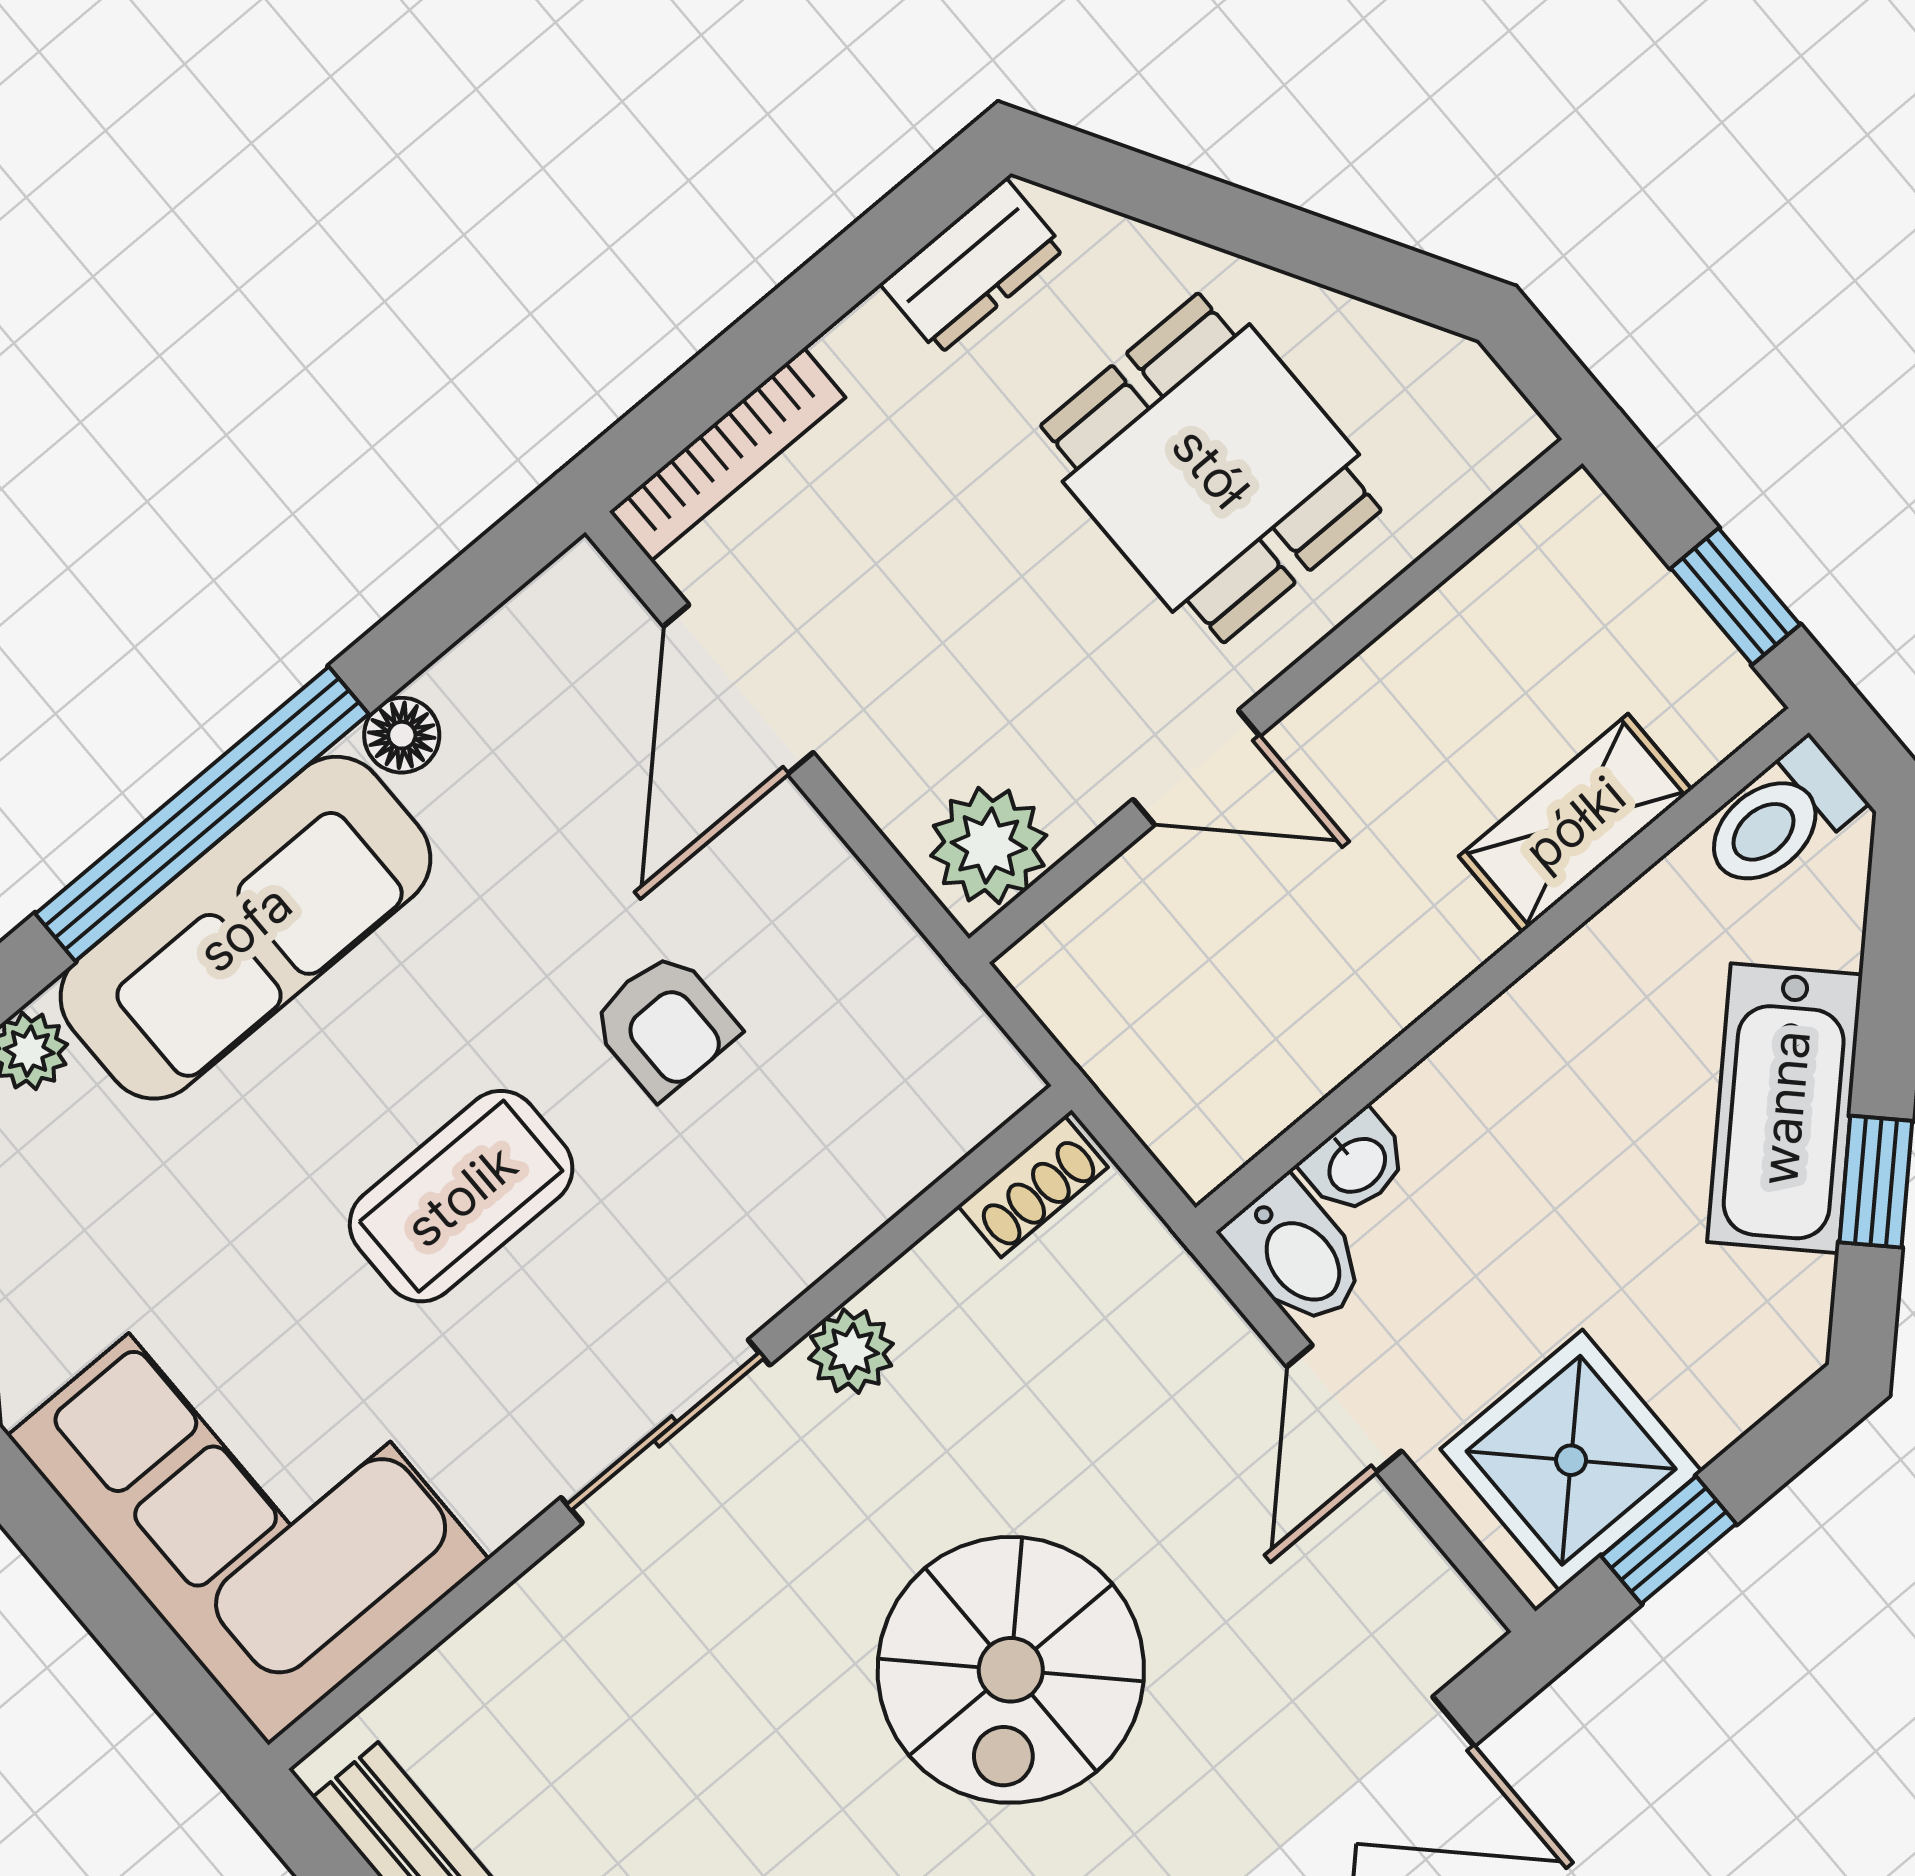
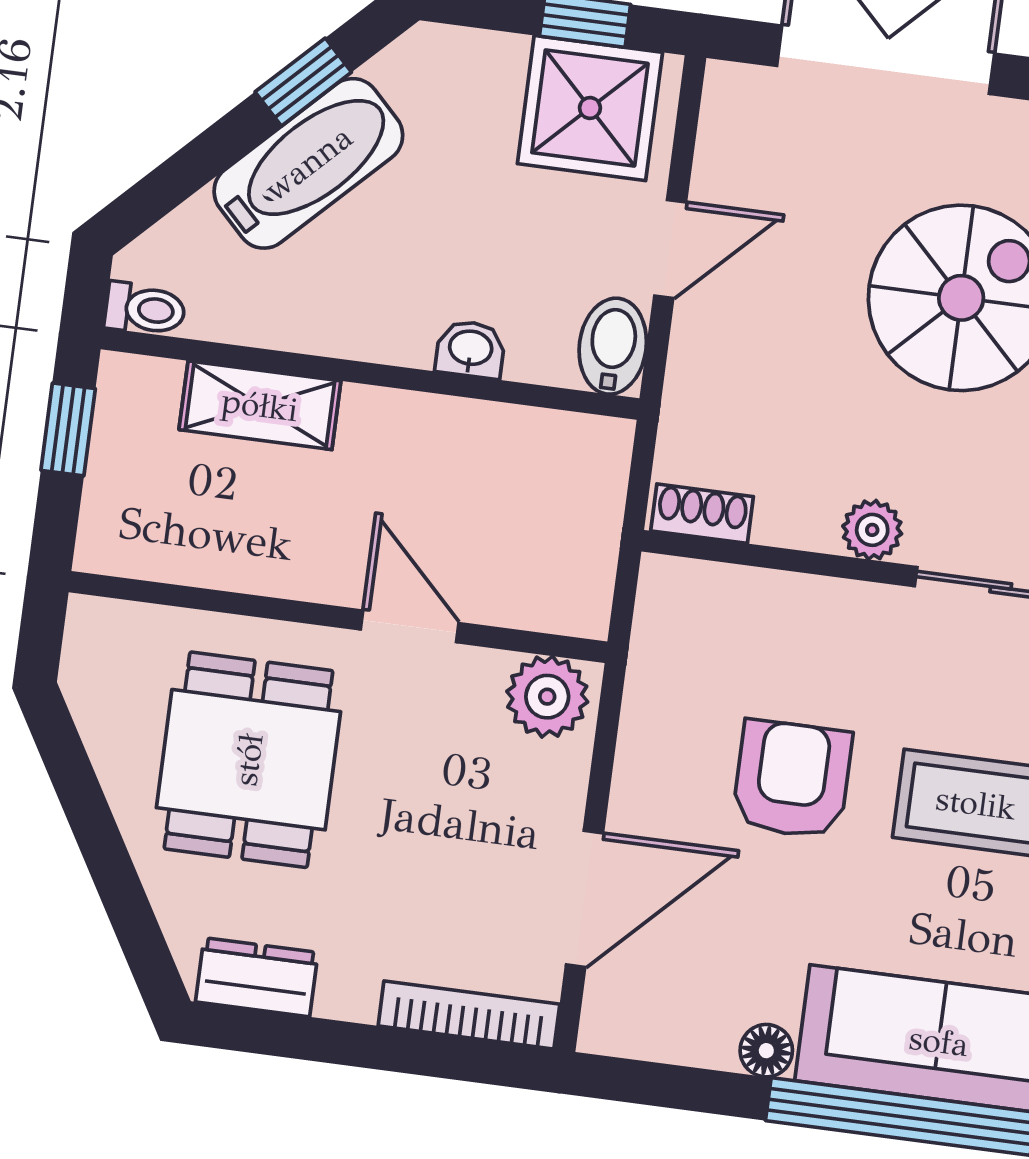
toilet: (1780, 818) -> (145, 309), width x0.73, depth x0.72
armchair: (664, 1025) -> (792, 779), width x1.38, depth x1.38
washbasin: (1356, 1164) -> (470, 349), moved

